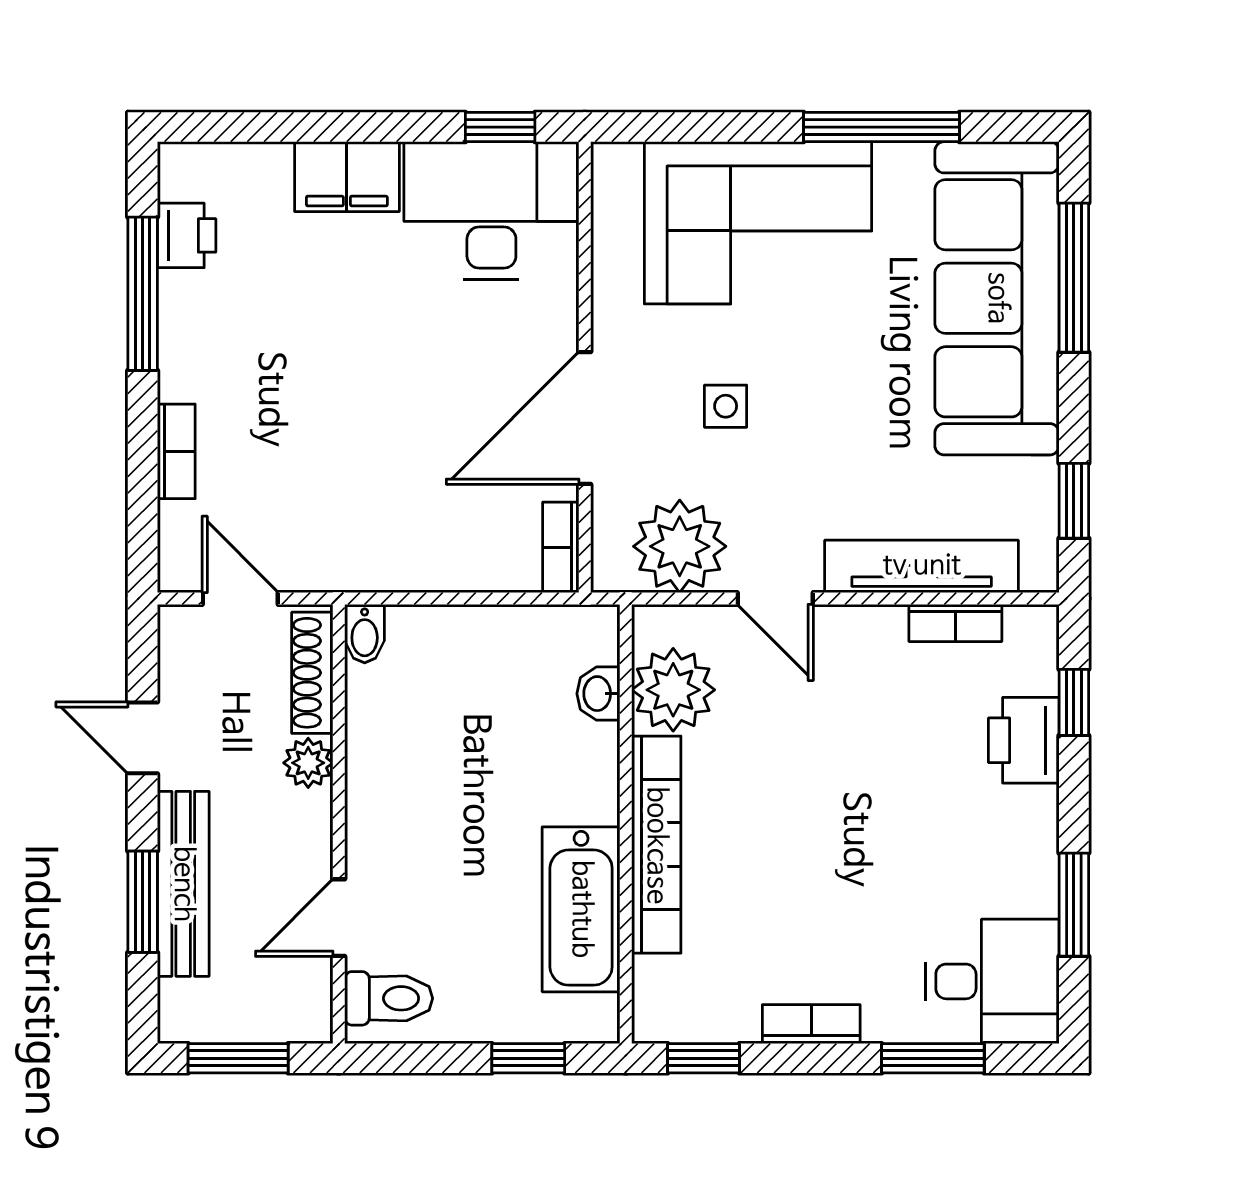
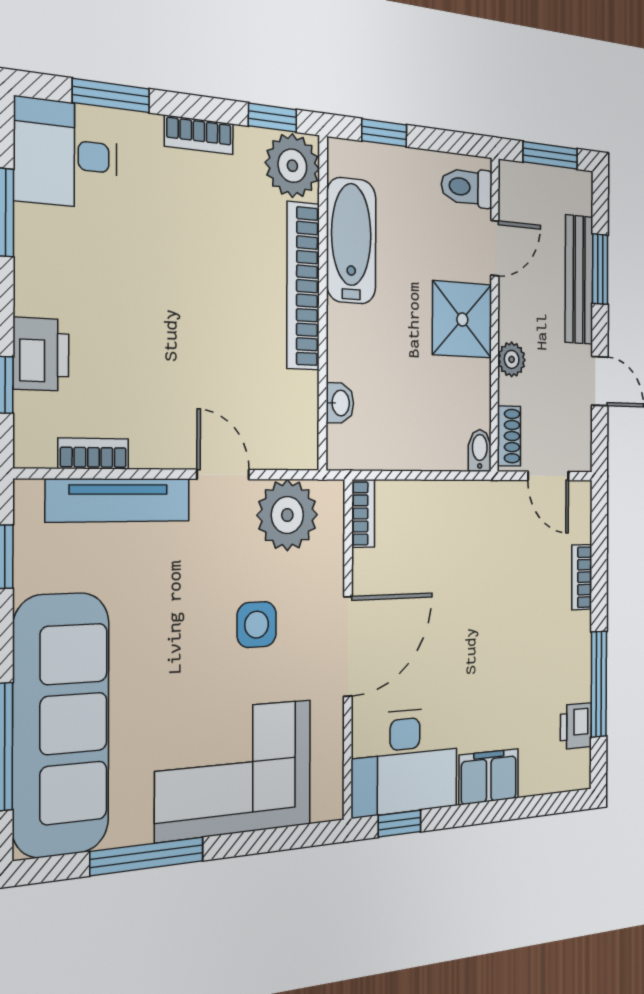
side table: (726, 406) -> (257, 625), width x1.37, depth x1.37
door: (585, 418) -> (348, 646), moved
shoe rack: (312, 673) -> (509, 436), width x0.70
plant: (673, 690) -> (292, 166), moved
shower: (396, 815) -> (462, 319), added

